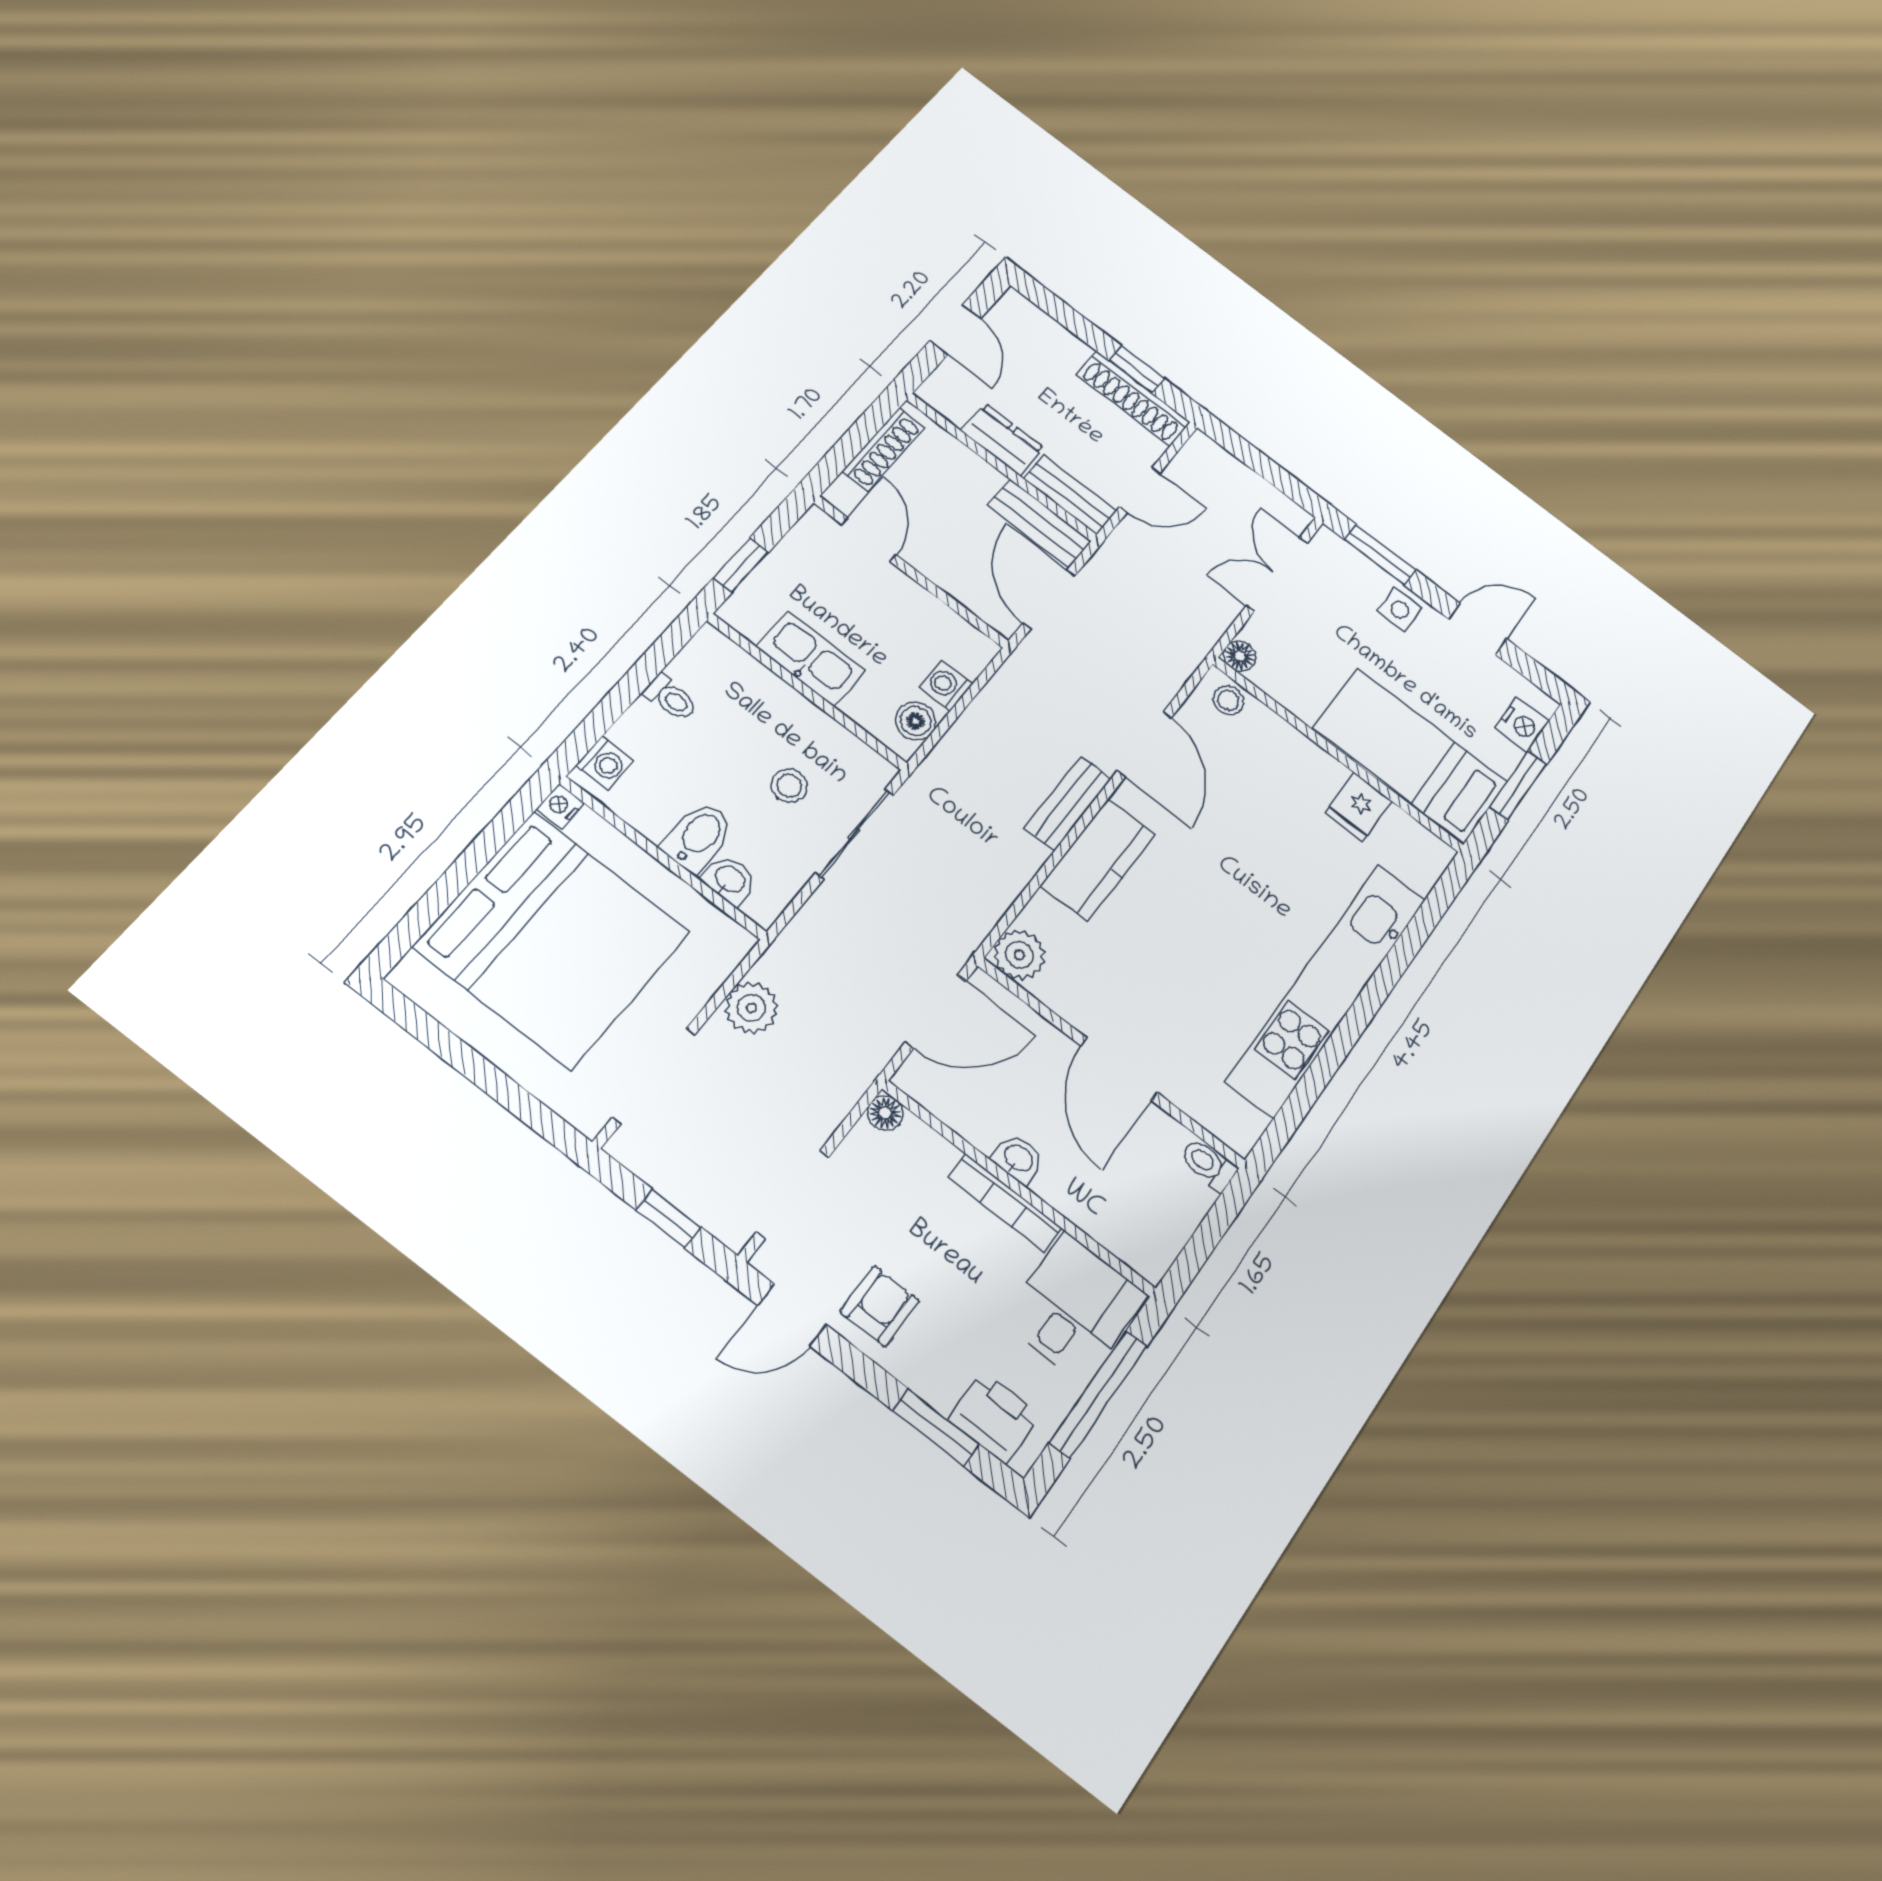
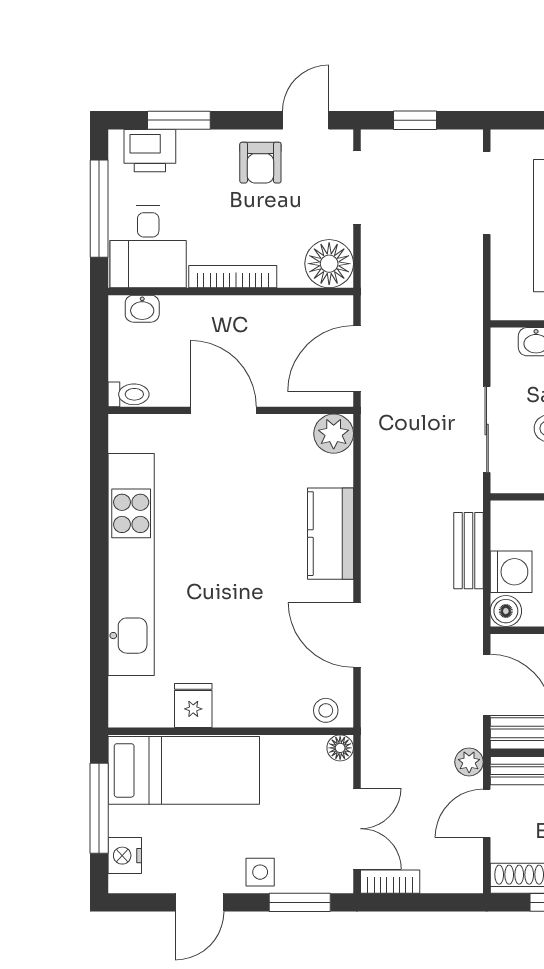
bookcase: (1280, 505) -> (390, 882), added
washing machine: (946, 685) -> (511, 572), width x1.38, depth x1.38
boiler: (916, 721) -> (506, 611), moved
window: (1518, 786) -> (99, 808), width x1.44
bench: (1068, 803) -> (468, 551), moved
plant: (751, 1008) -> (469, 762), moved, width x0.73, depth x0.73
floor lamp: (885, 1113) -> (329, 264), width x1.89, depth x1.89
washbasin: (1018, 1159) -> (142, 309), moved

